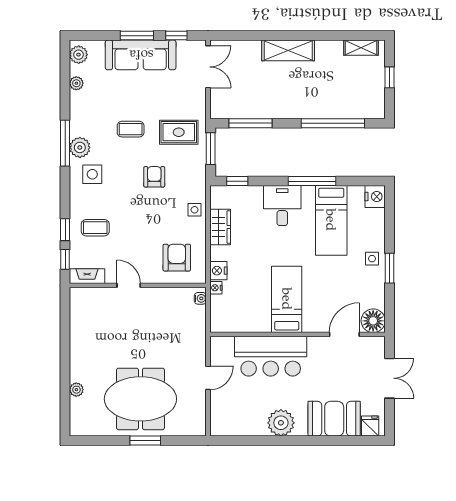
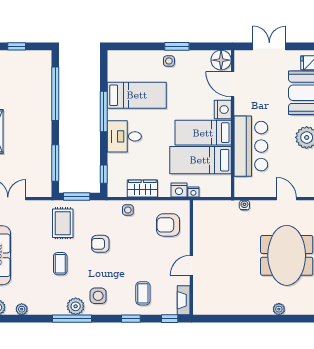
nightstand: (375, 197) -> (223, 110), moved, turned 90
window: (65, 230) -> (131, 319), moved
bed: (254, 296) -> (200, 160), added
water cooler: (200, 298) -> (244, 205), moved
door: (208, 378) -> (286, 199), moved

